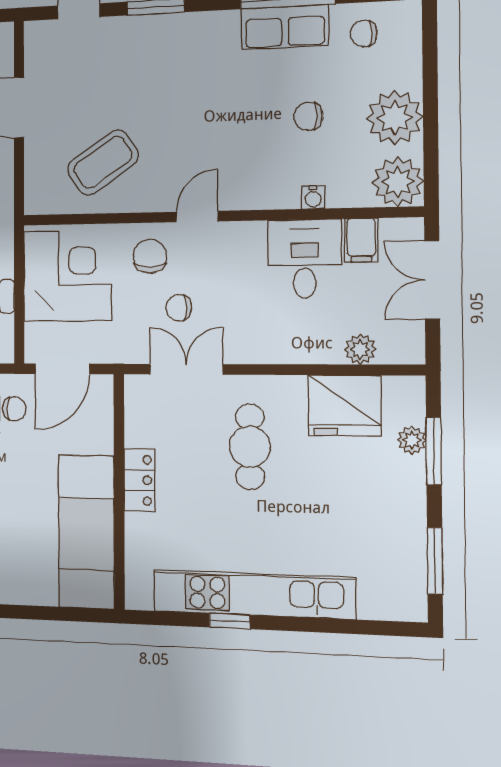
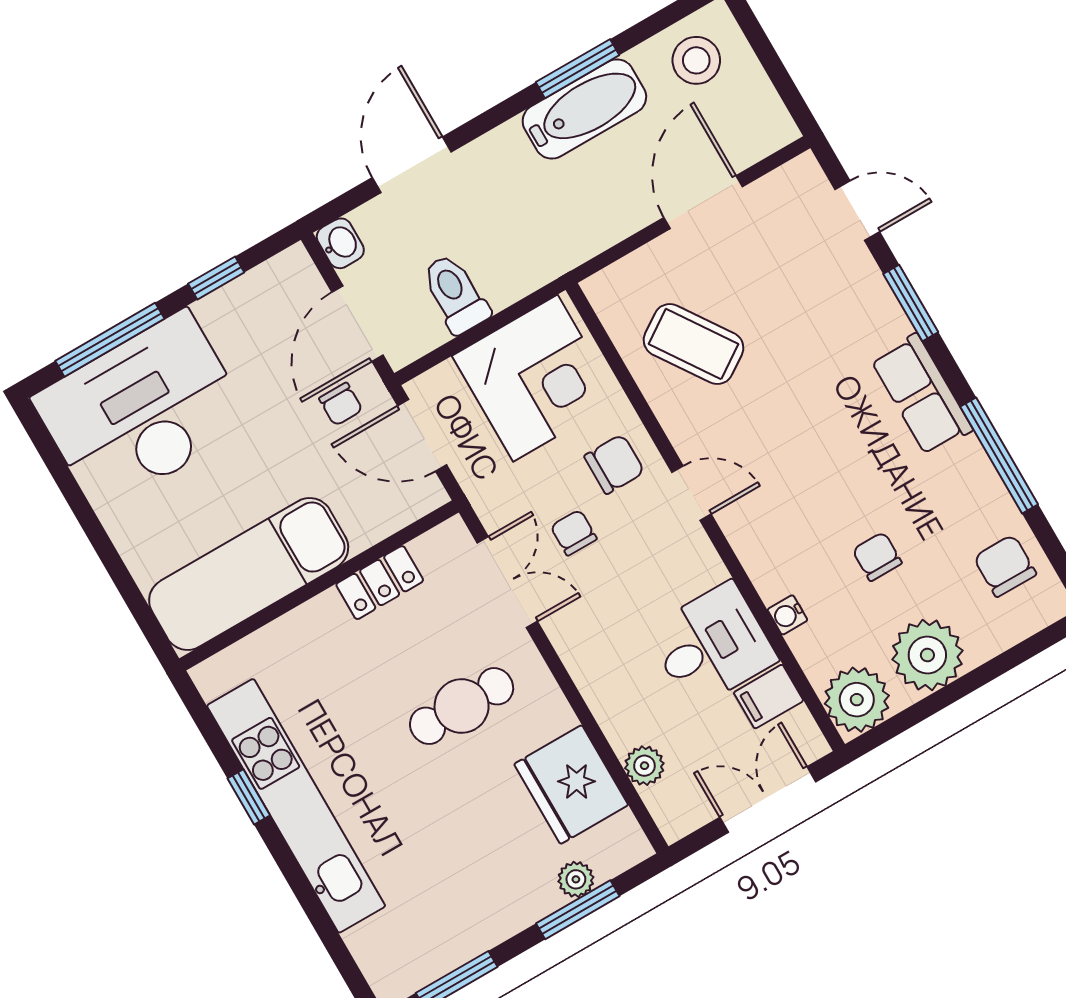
row of seats: (285, 27) -> (922, 395), moved
chair: (364, 34) -> (1005, 566), width x1.37, depth x1.37
locker: (140, 480) -> (380, 583), moved

